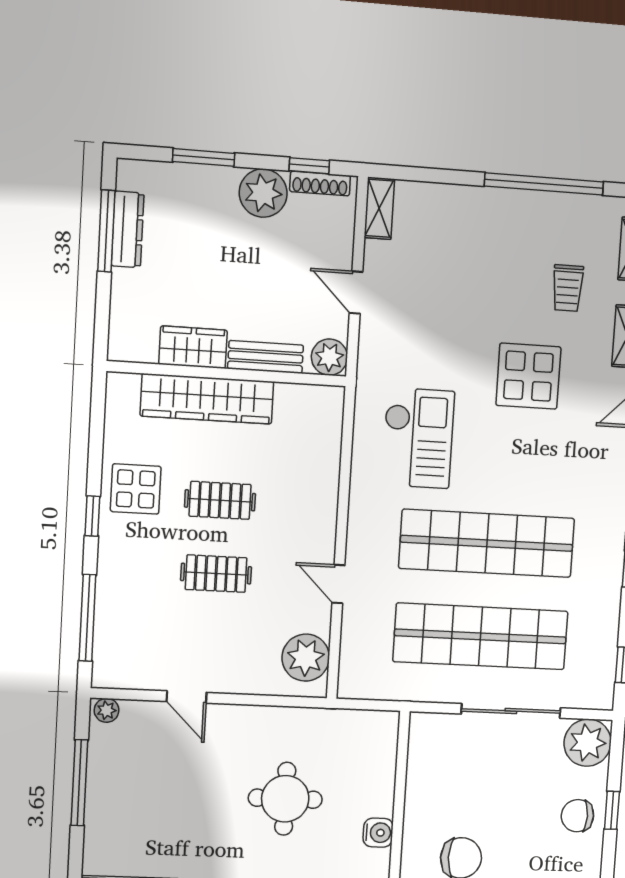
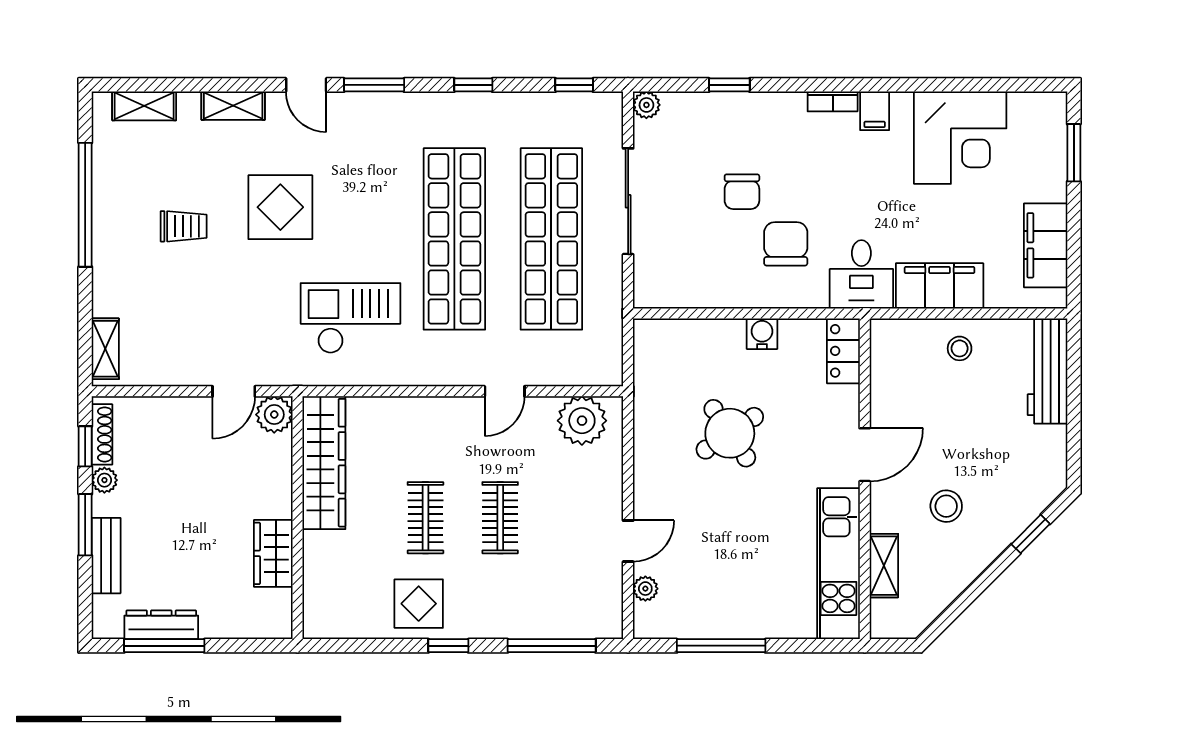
window: (204, 157) -> (85, 525), moved
plant: (263, 193) -> (104, 480), width x0.53, depth x0.53
shelving: (379, 208) -> (105, 349), moved, turned 90
trolley: (568, 288) -> (184, 226), moved
door: (356, 293) -> (234, 391), moved
bench: (266, 357) -> (106, 556), moved
wardrobe: (207, 399) -> (324, 463), moved
plant: (107, 710) -> (645, 589), moved
plant: (588, 743) -> (646, 105), width x0.53, depth x0.53
round table: (285, 799) -> (730, 433), turned -34
chair: (577, 816) -> (742, 192), moved

